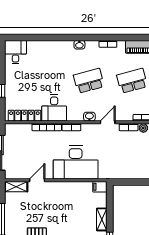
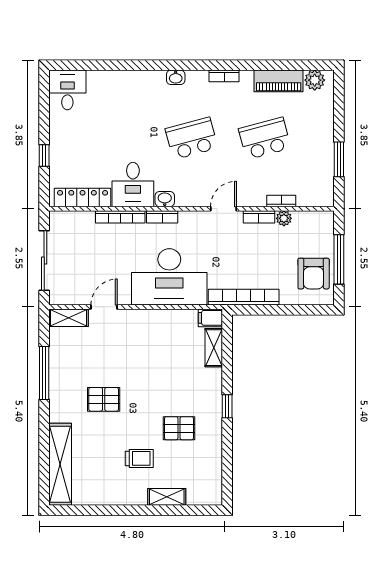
washbasin: (89, 117) -> (165, 199), moved
bookcase: (120, 174) -> (244, 297), added
shelving: (102, 219) -> (214, 348), moved

